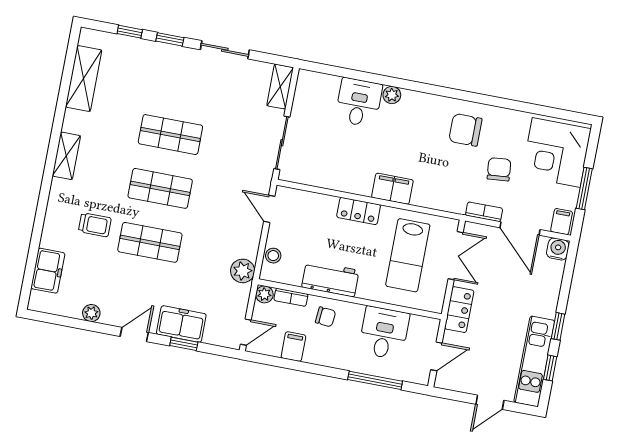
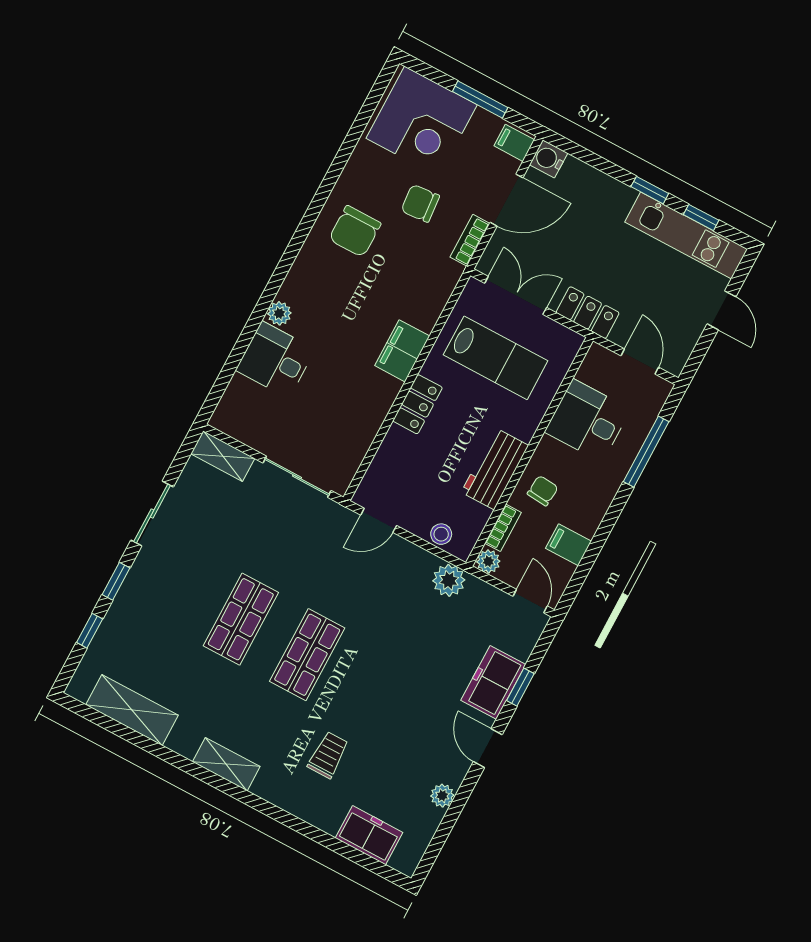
shop shelf: (150, 242) -> (374, 690), removed

